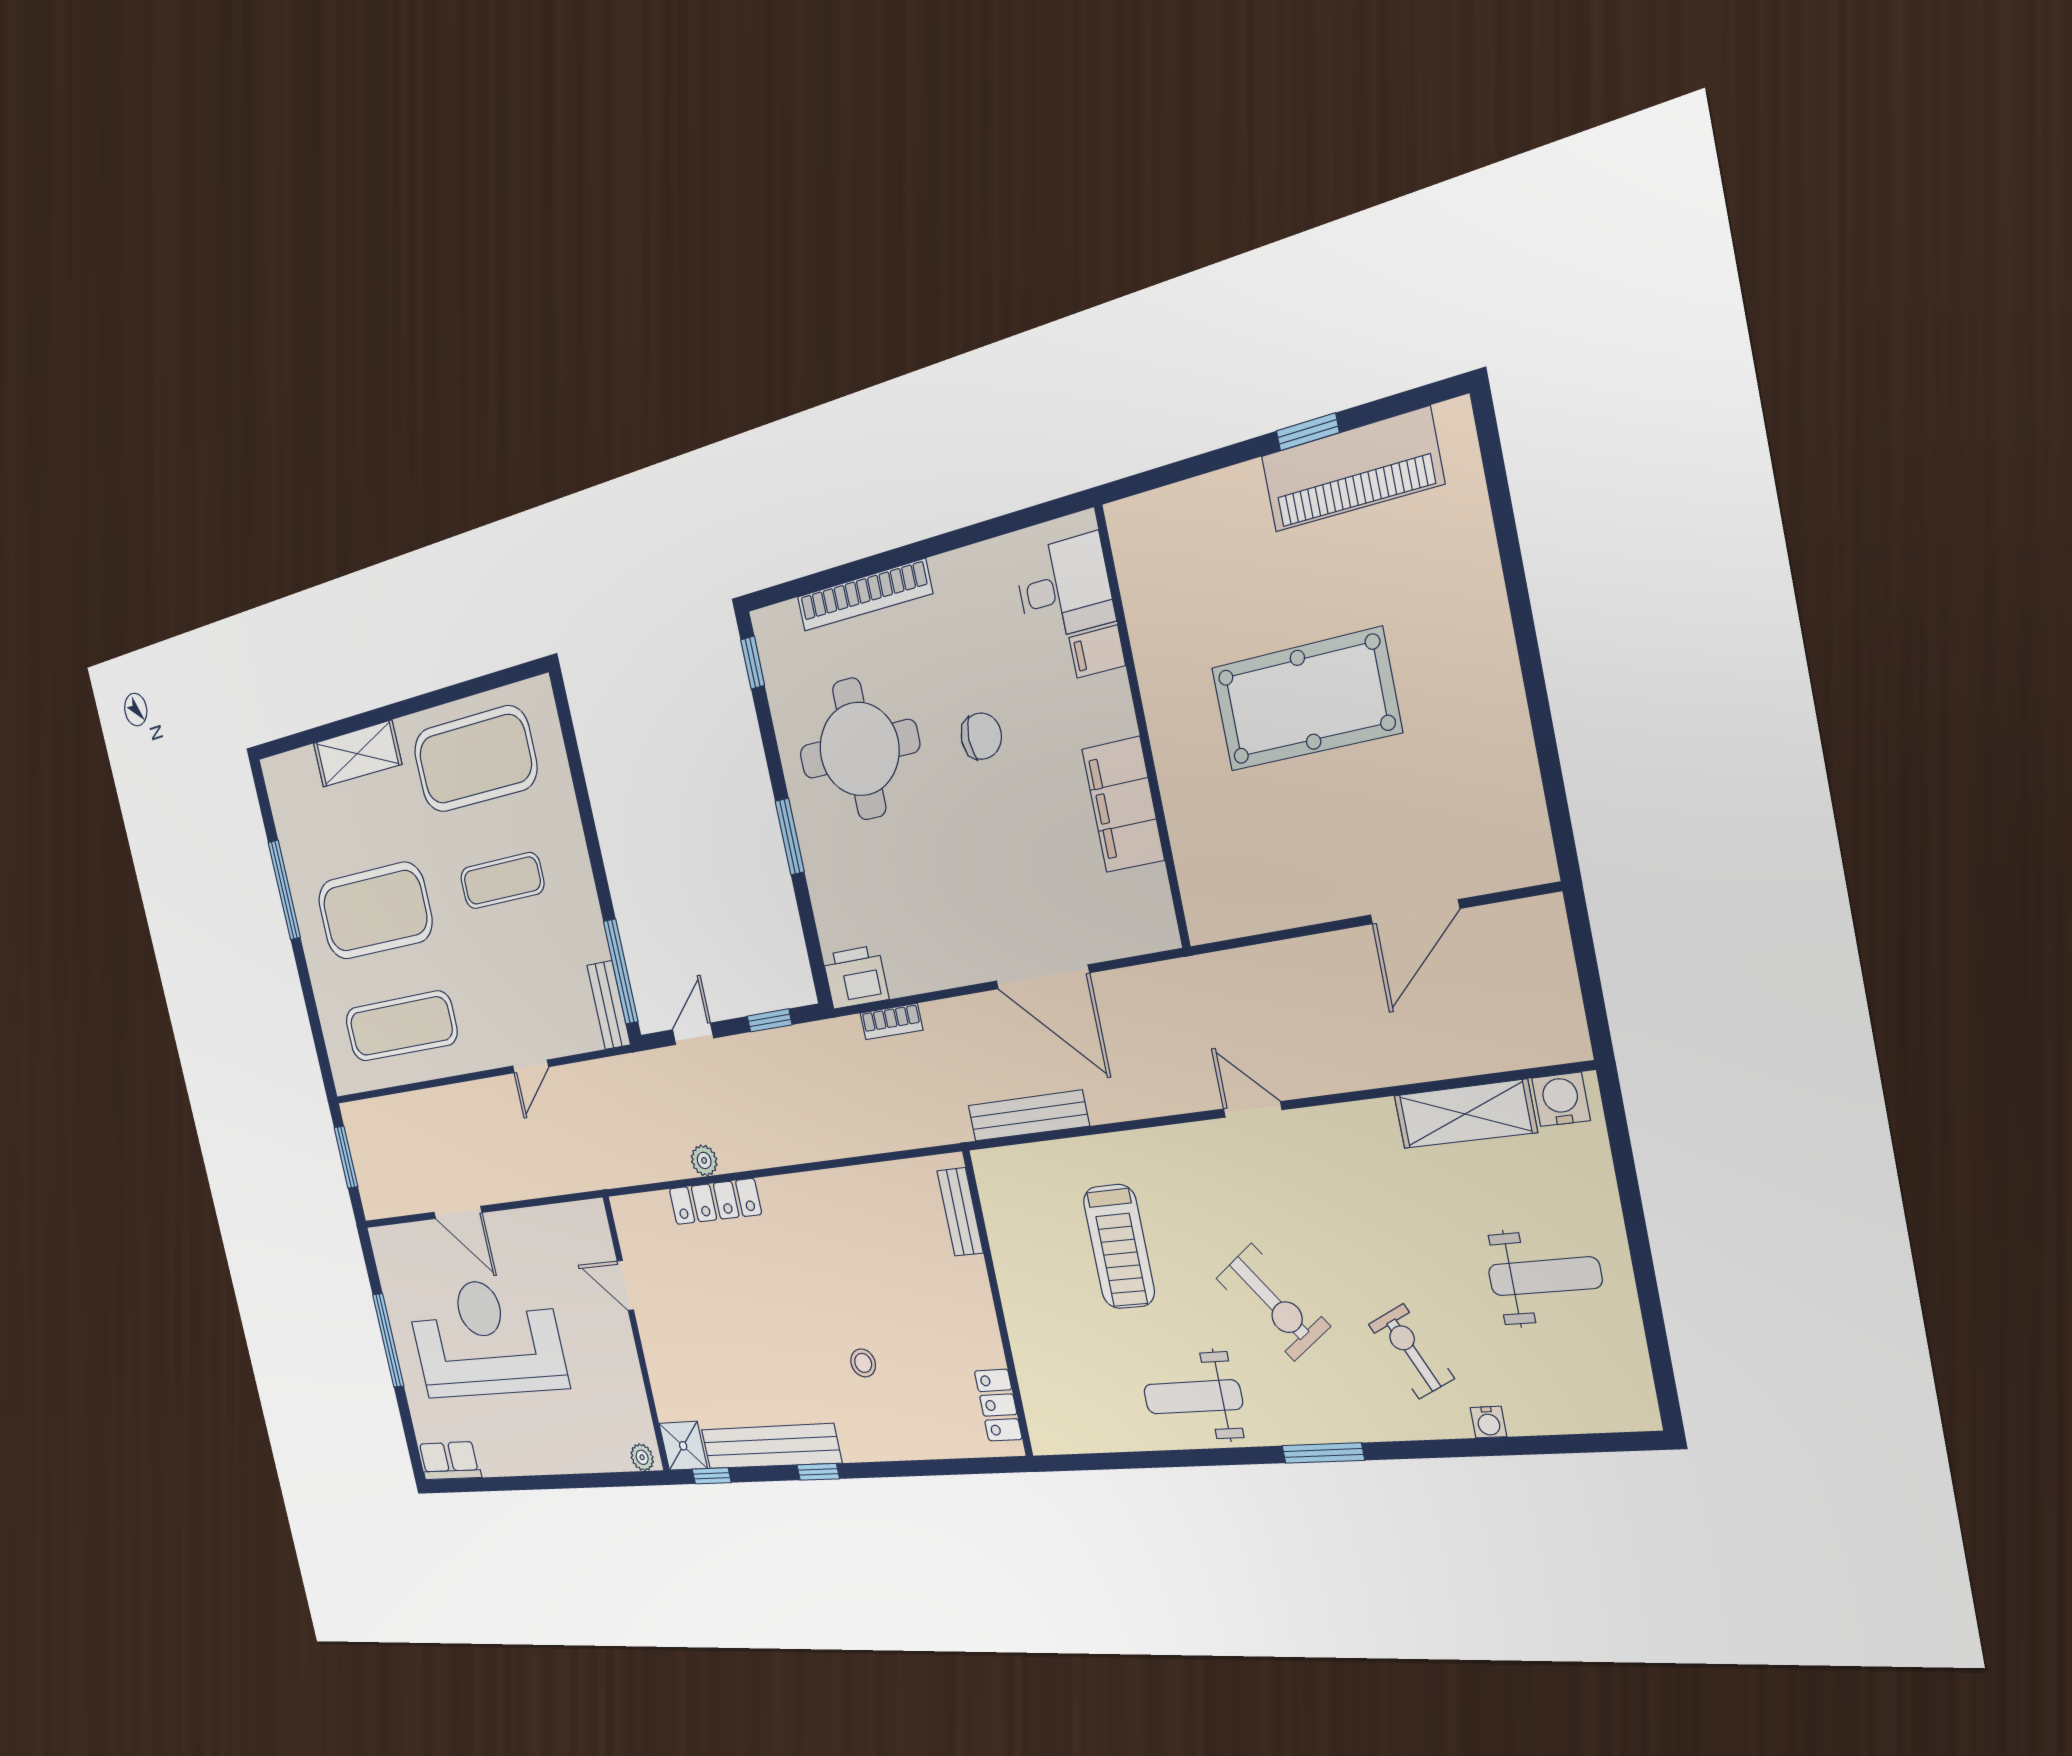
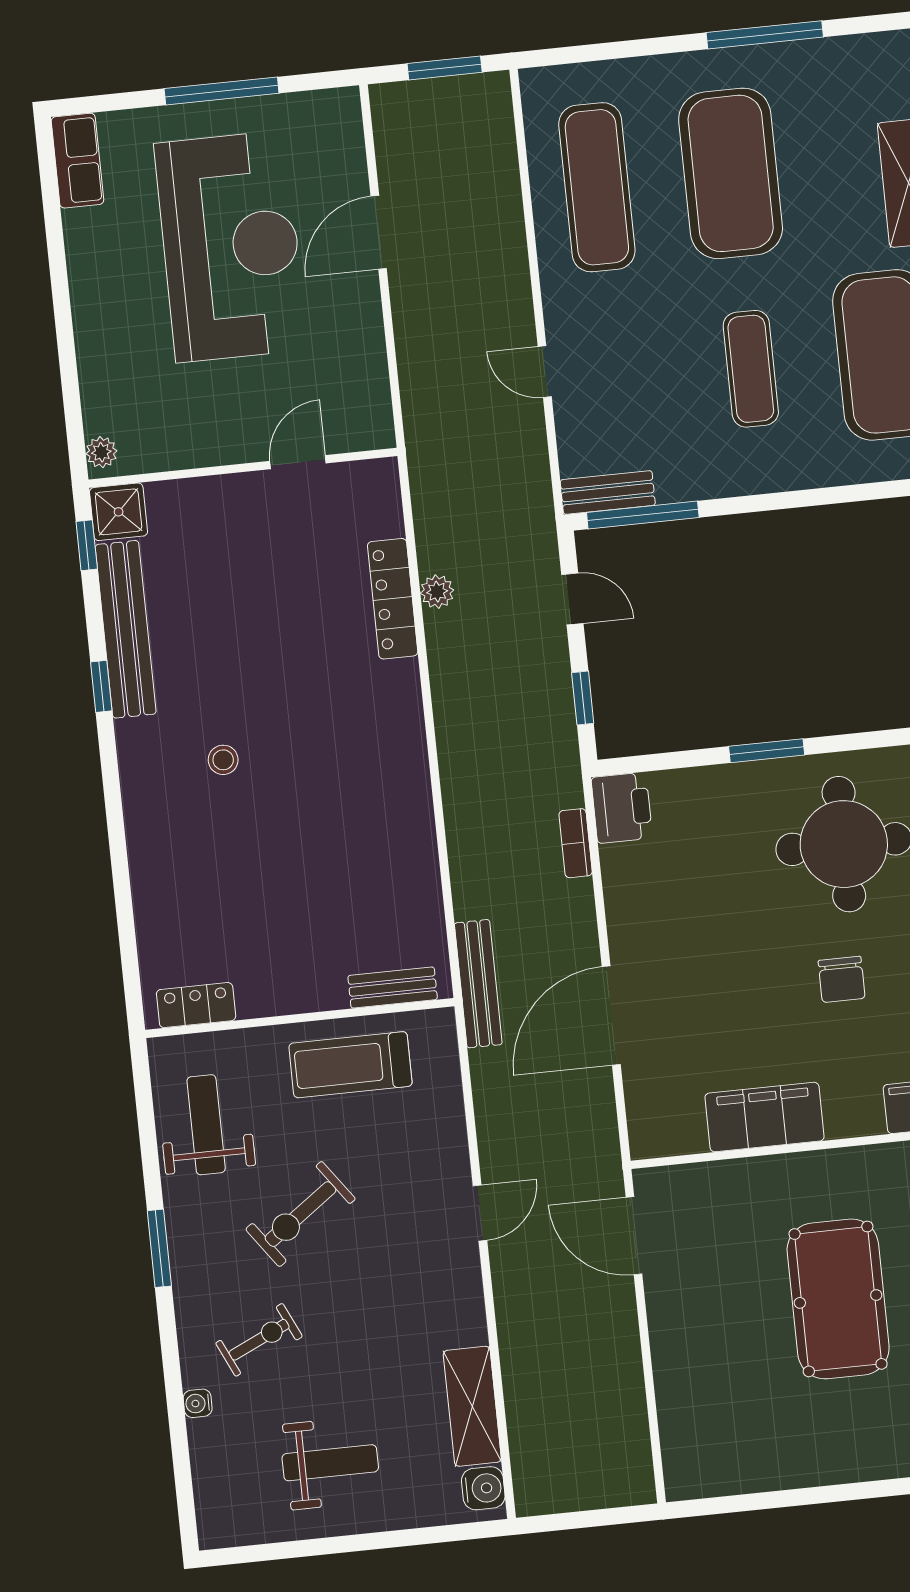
door: (1415, 912) -> (634, 1236), moved
bench: (960, 1212) -> (393, 988), moved
weight bench: (1545, 1276) -> (330, 1463), turned -90
wall: (998, 1304) -> (300, 1018), moved
locker: (998, 1405) -> (196, 1005), moved

